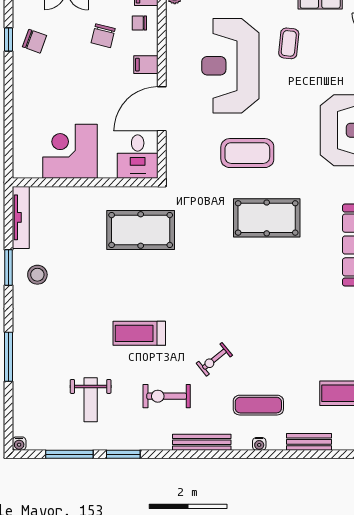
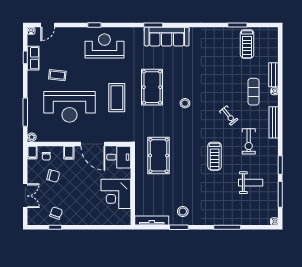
stool: (237, 279) -> (185, 103), added
bench: (309, 442) -> (273, 75), moved

